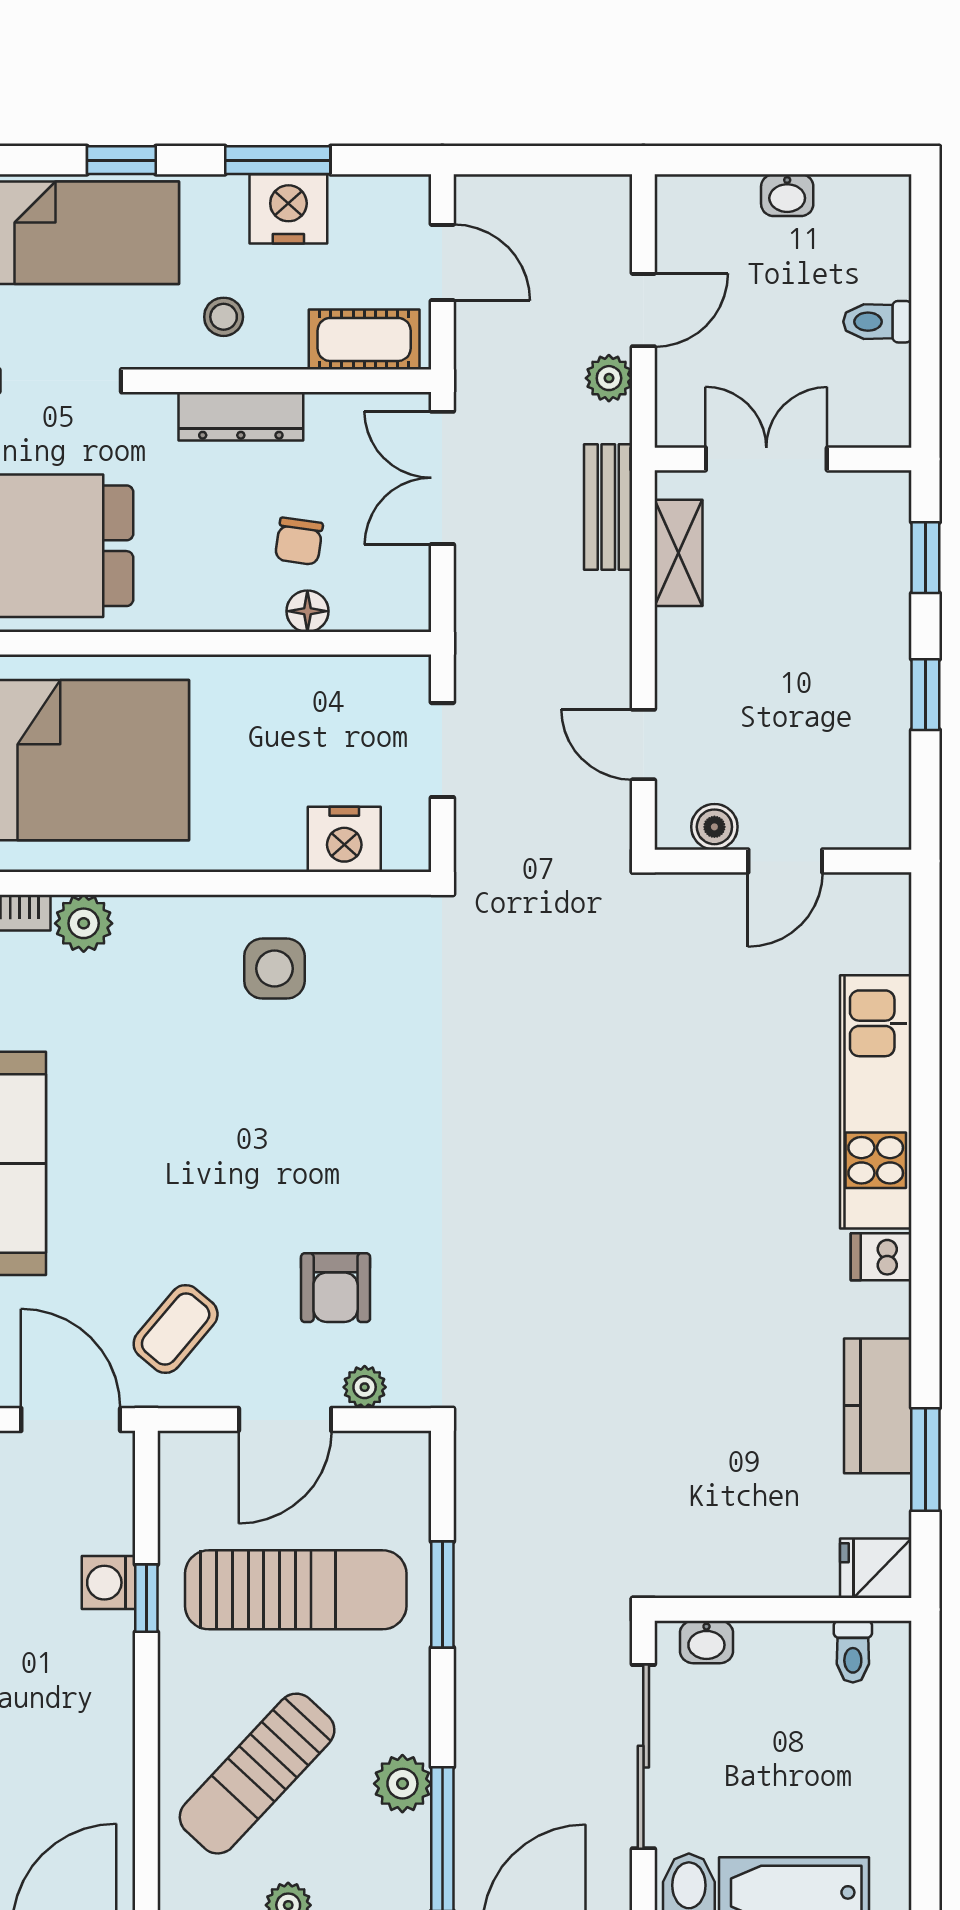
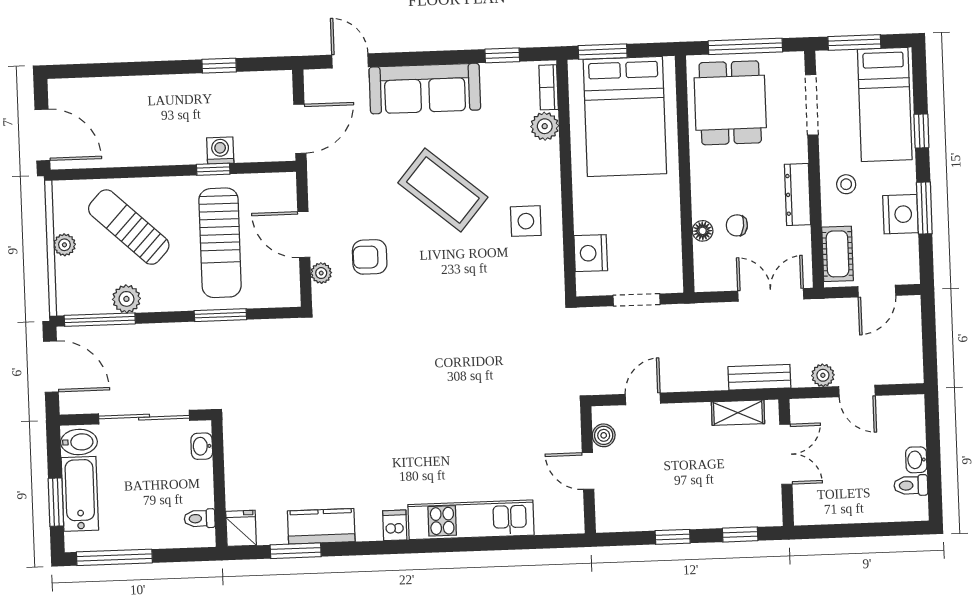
toilet: (877, 322) -> (911, 485), moved, turned -90
coffee table: (176, 1329) -> (443, 190), moved, width x1.86, depth x1.72
window: (925, 1827) -> (114, 557), added

